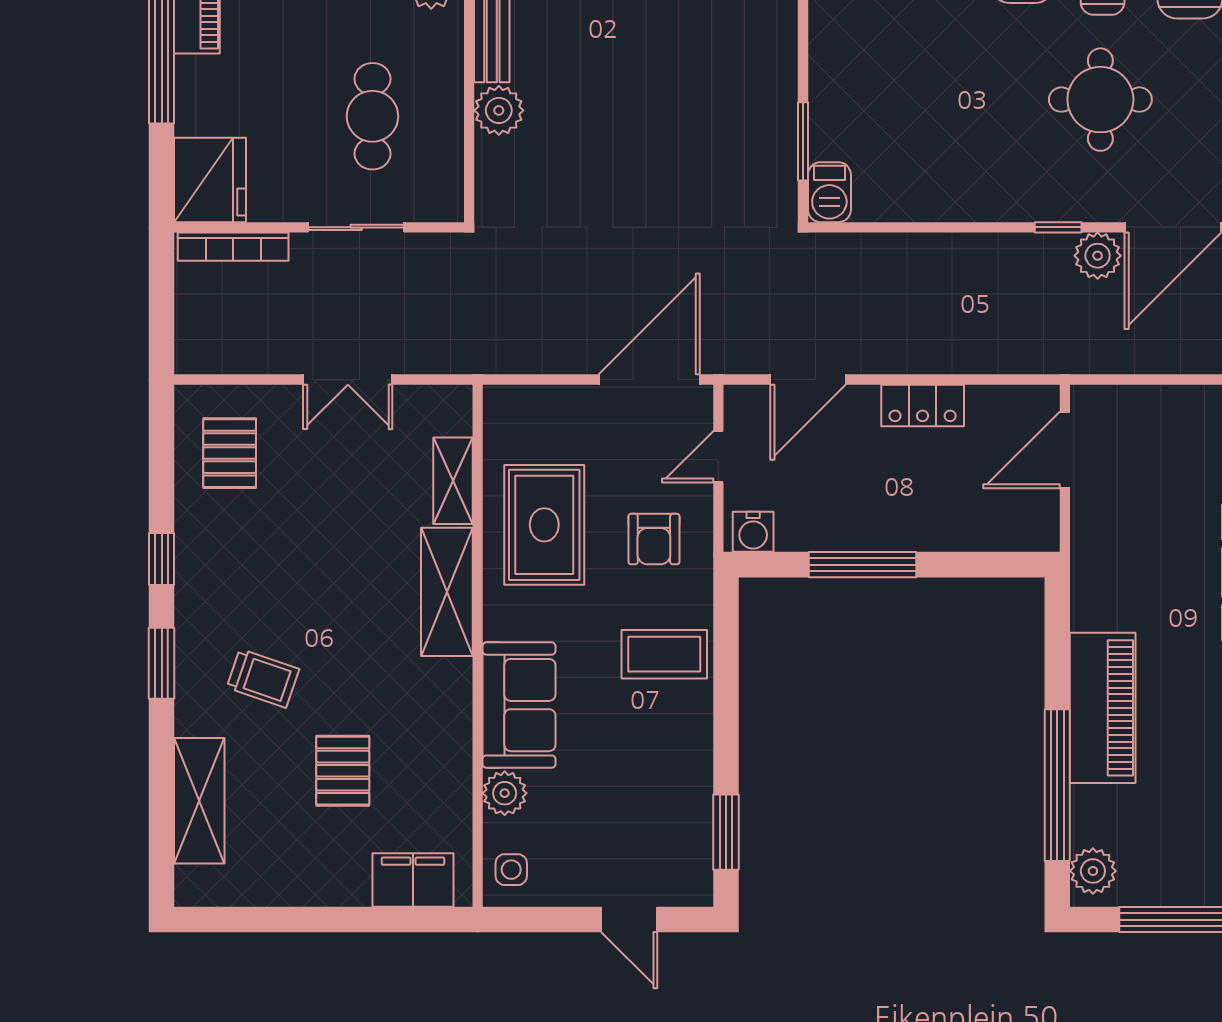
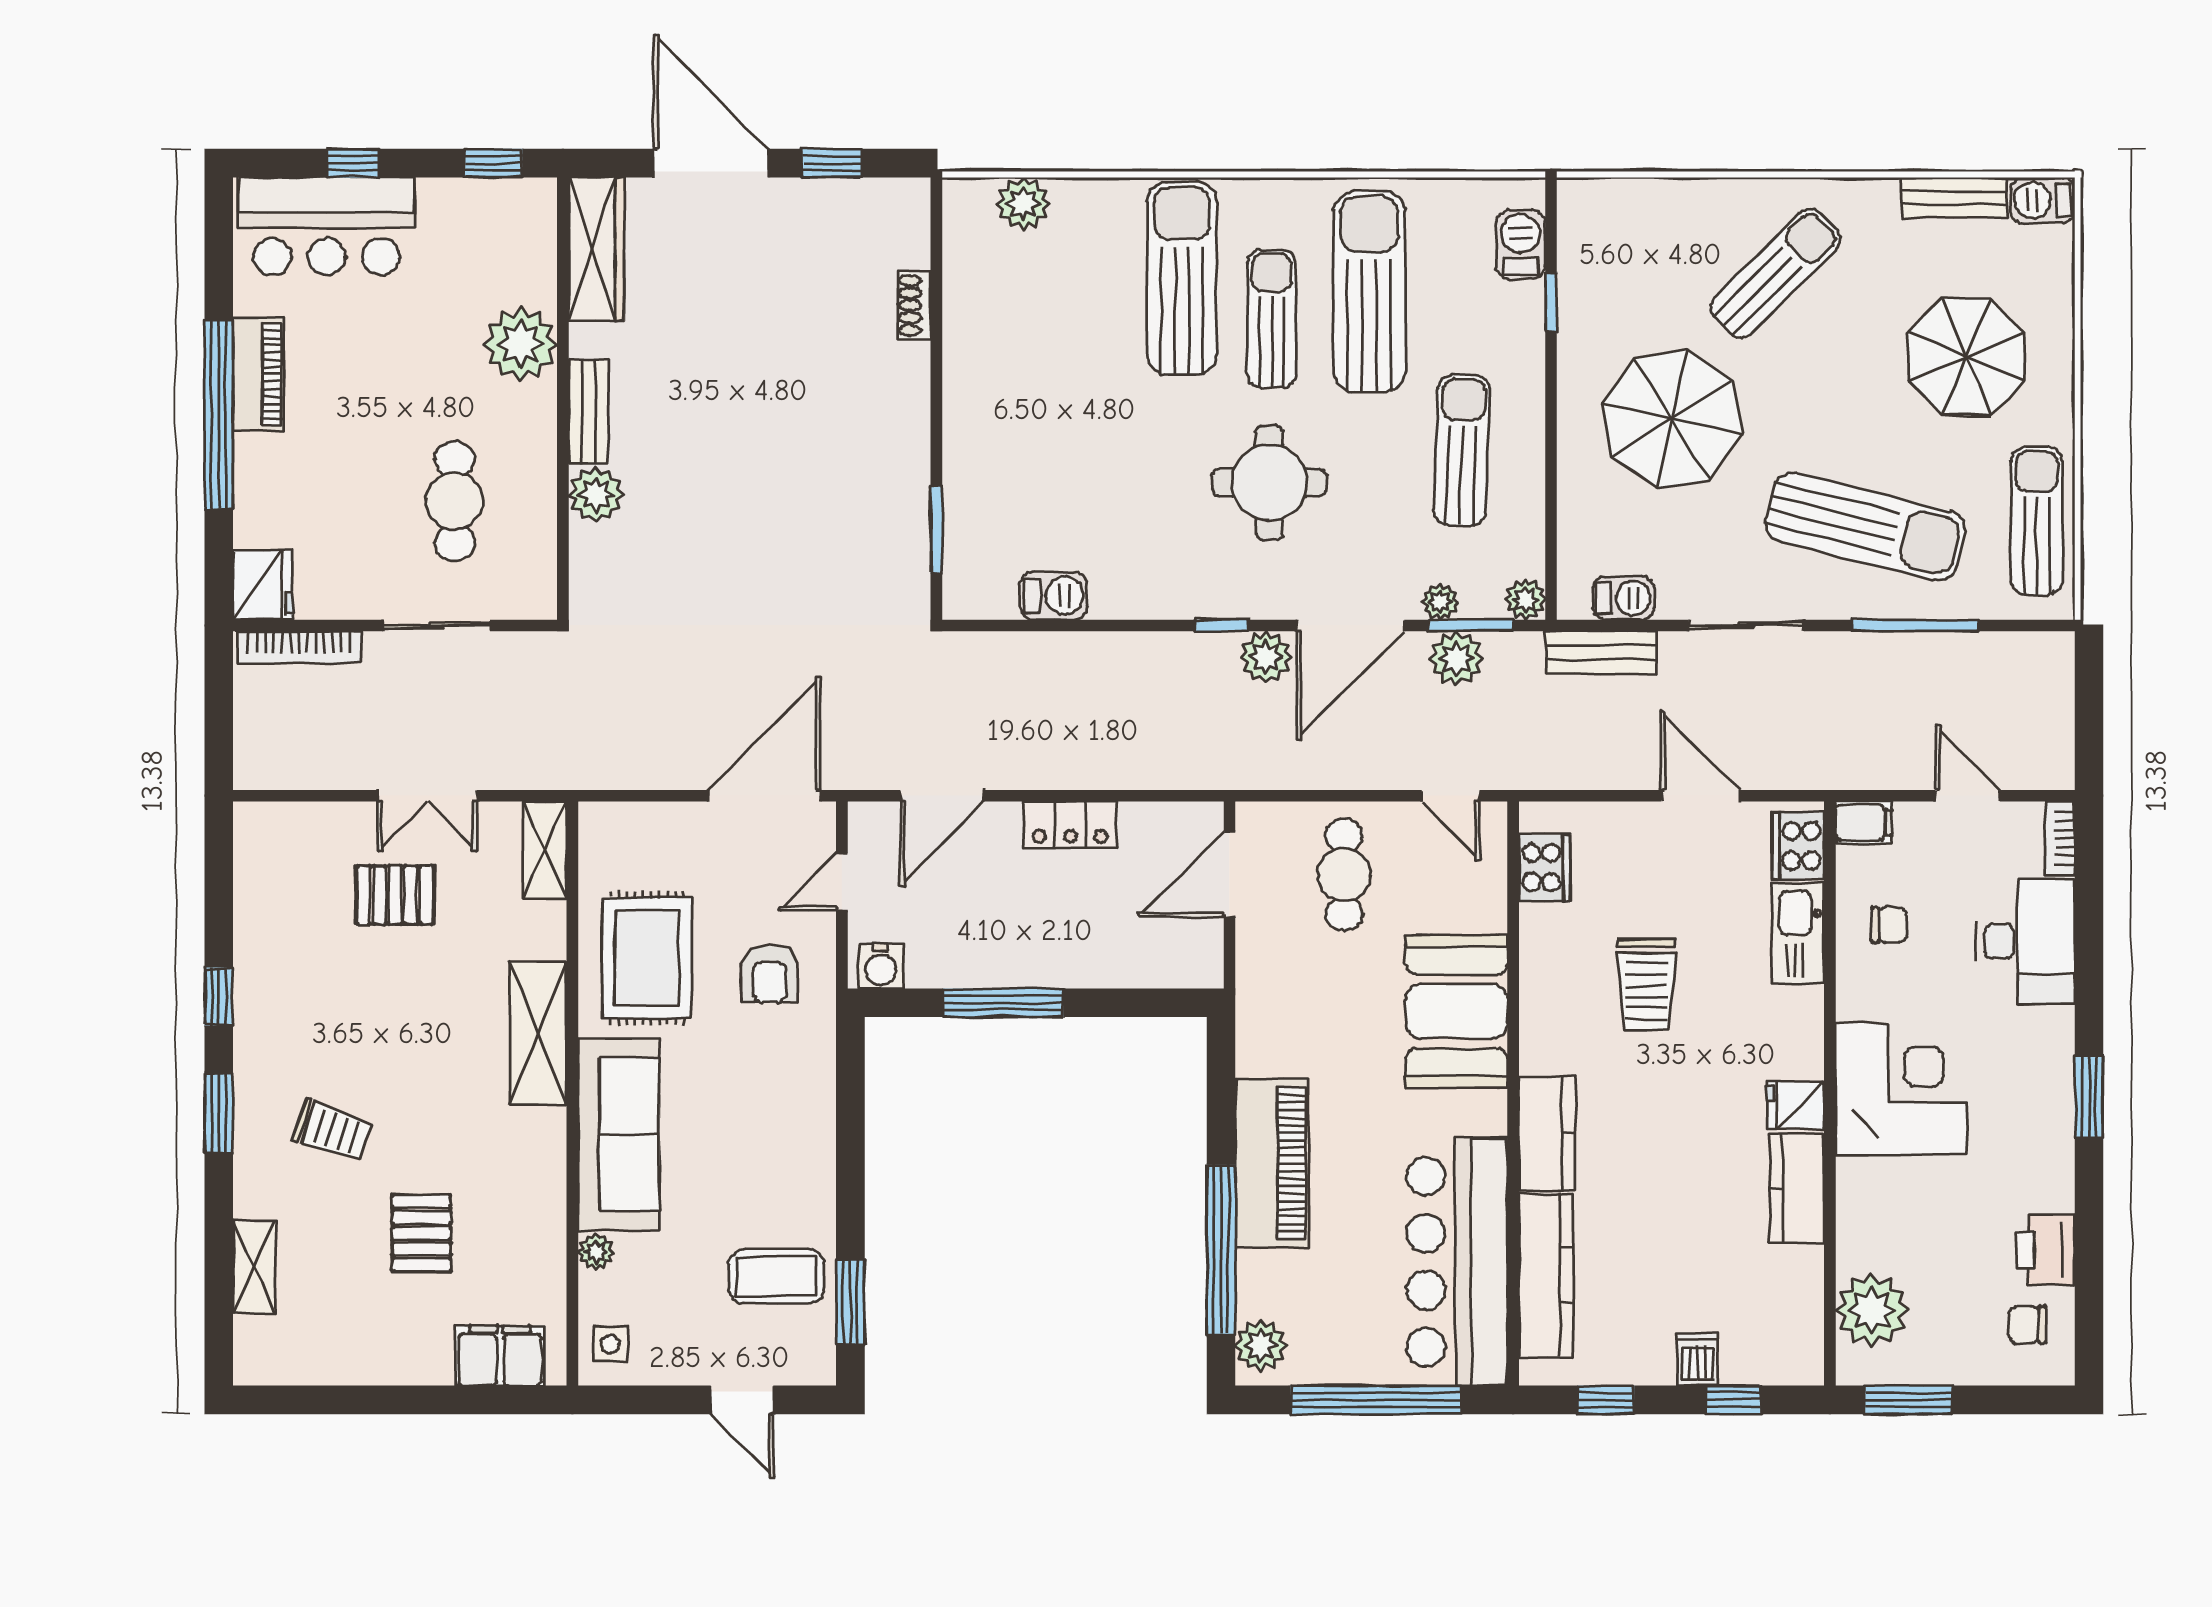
fridge: (210, 180) -> (263, 585), width x0.73, depth x0.75
barbecue: (829, 192) -> (1054, 596), moved, turned -90
cafe table: (1167, 450) -> (1344, 875), added
pallet: (230, 453) -> (395, 895), moved, turned 90
shelving: (453, 481) -> (545, 850), moved
coffee table: (664, 654) -> (777, 1276), moved
sofa: (519, 705) -> (619, 1135), width x1.36
plant: (505, 793) -> (596, 1252), width x0.73, depth x0.73
shelving: (199, 801) -> (254, 1267), width x0.67, depth x0.75

